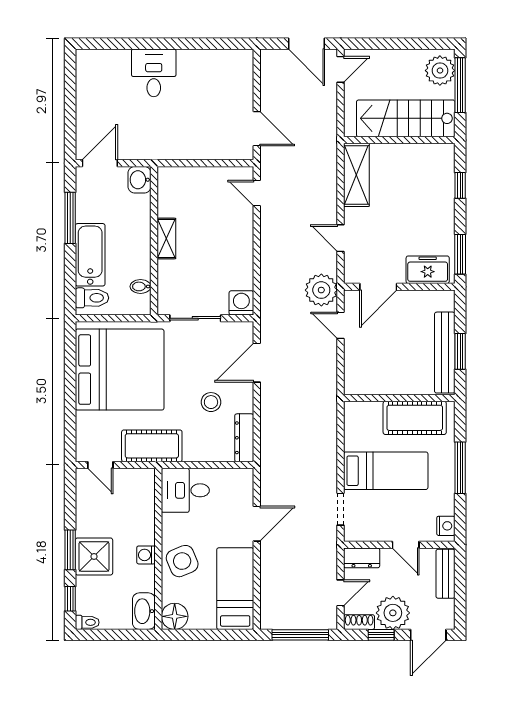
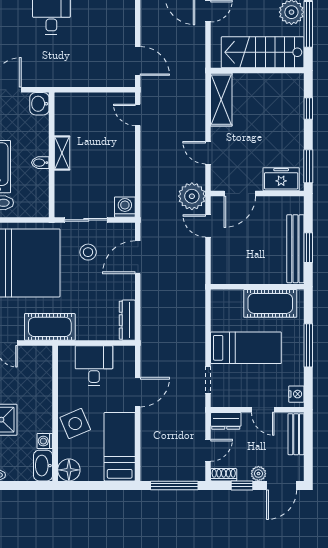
bidet: (141, 286) -> (40, 163), moved
stool: (211, 402) -> (88, 252), moved
desk: (185, 490) -> (94, 366), moved, turned 90
washing machine: (146, 555) -> (45, 441), moved
plant: (393, 613) -> (258, 474), width x0.53, depth x0.53

